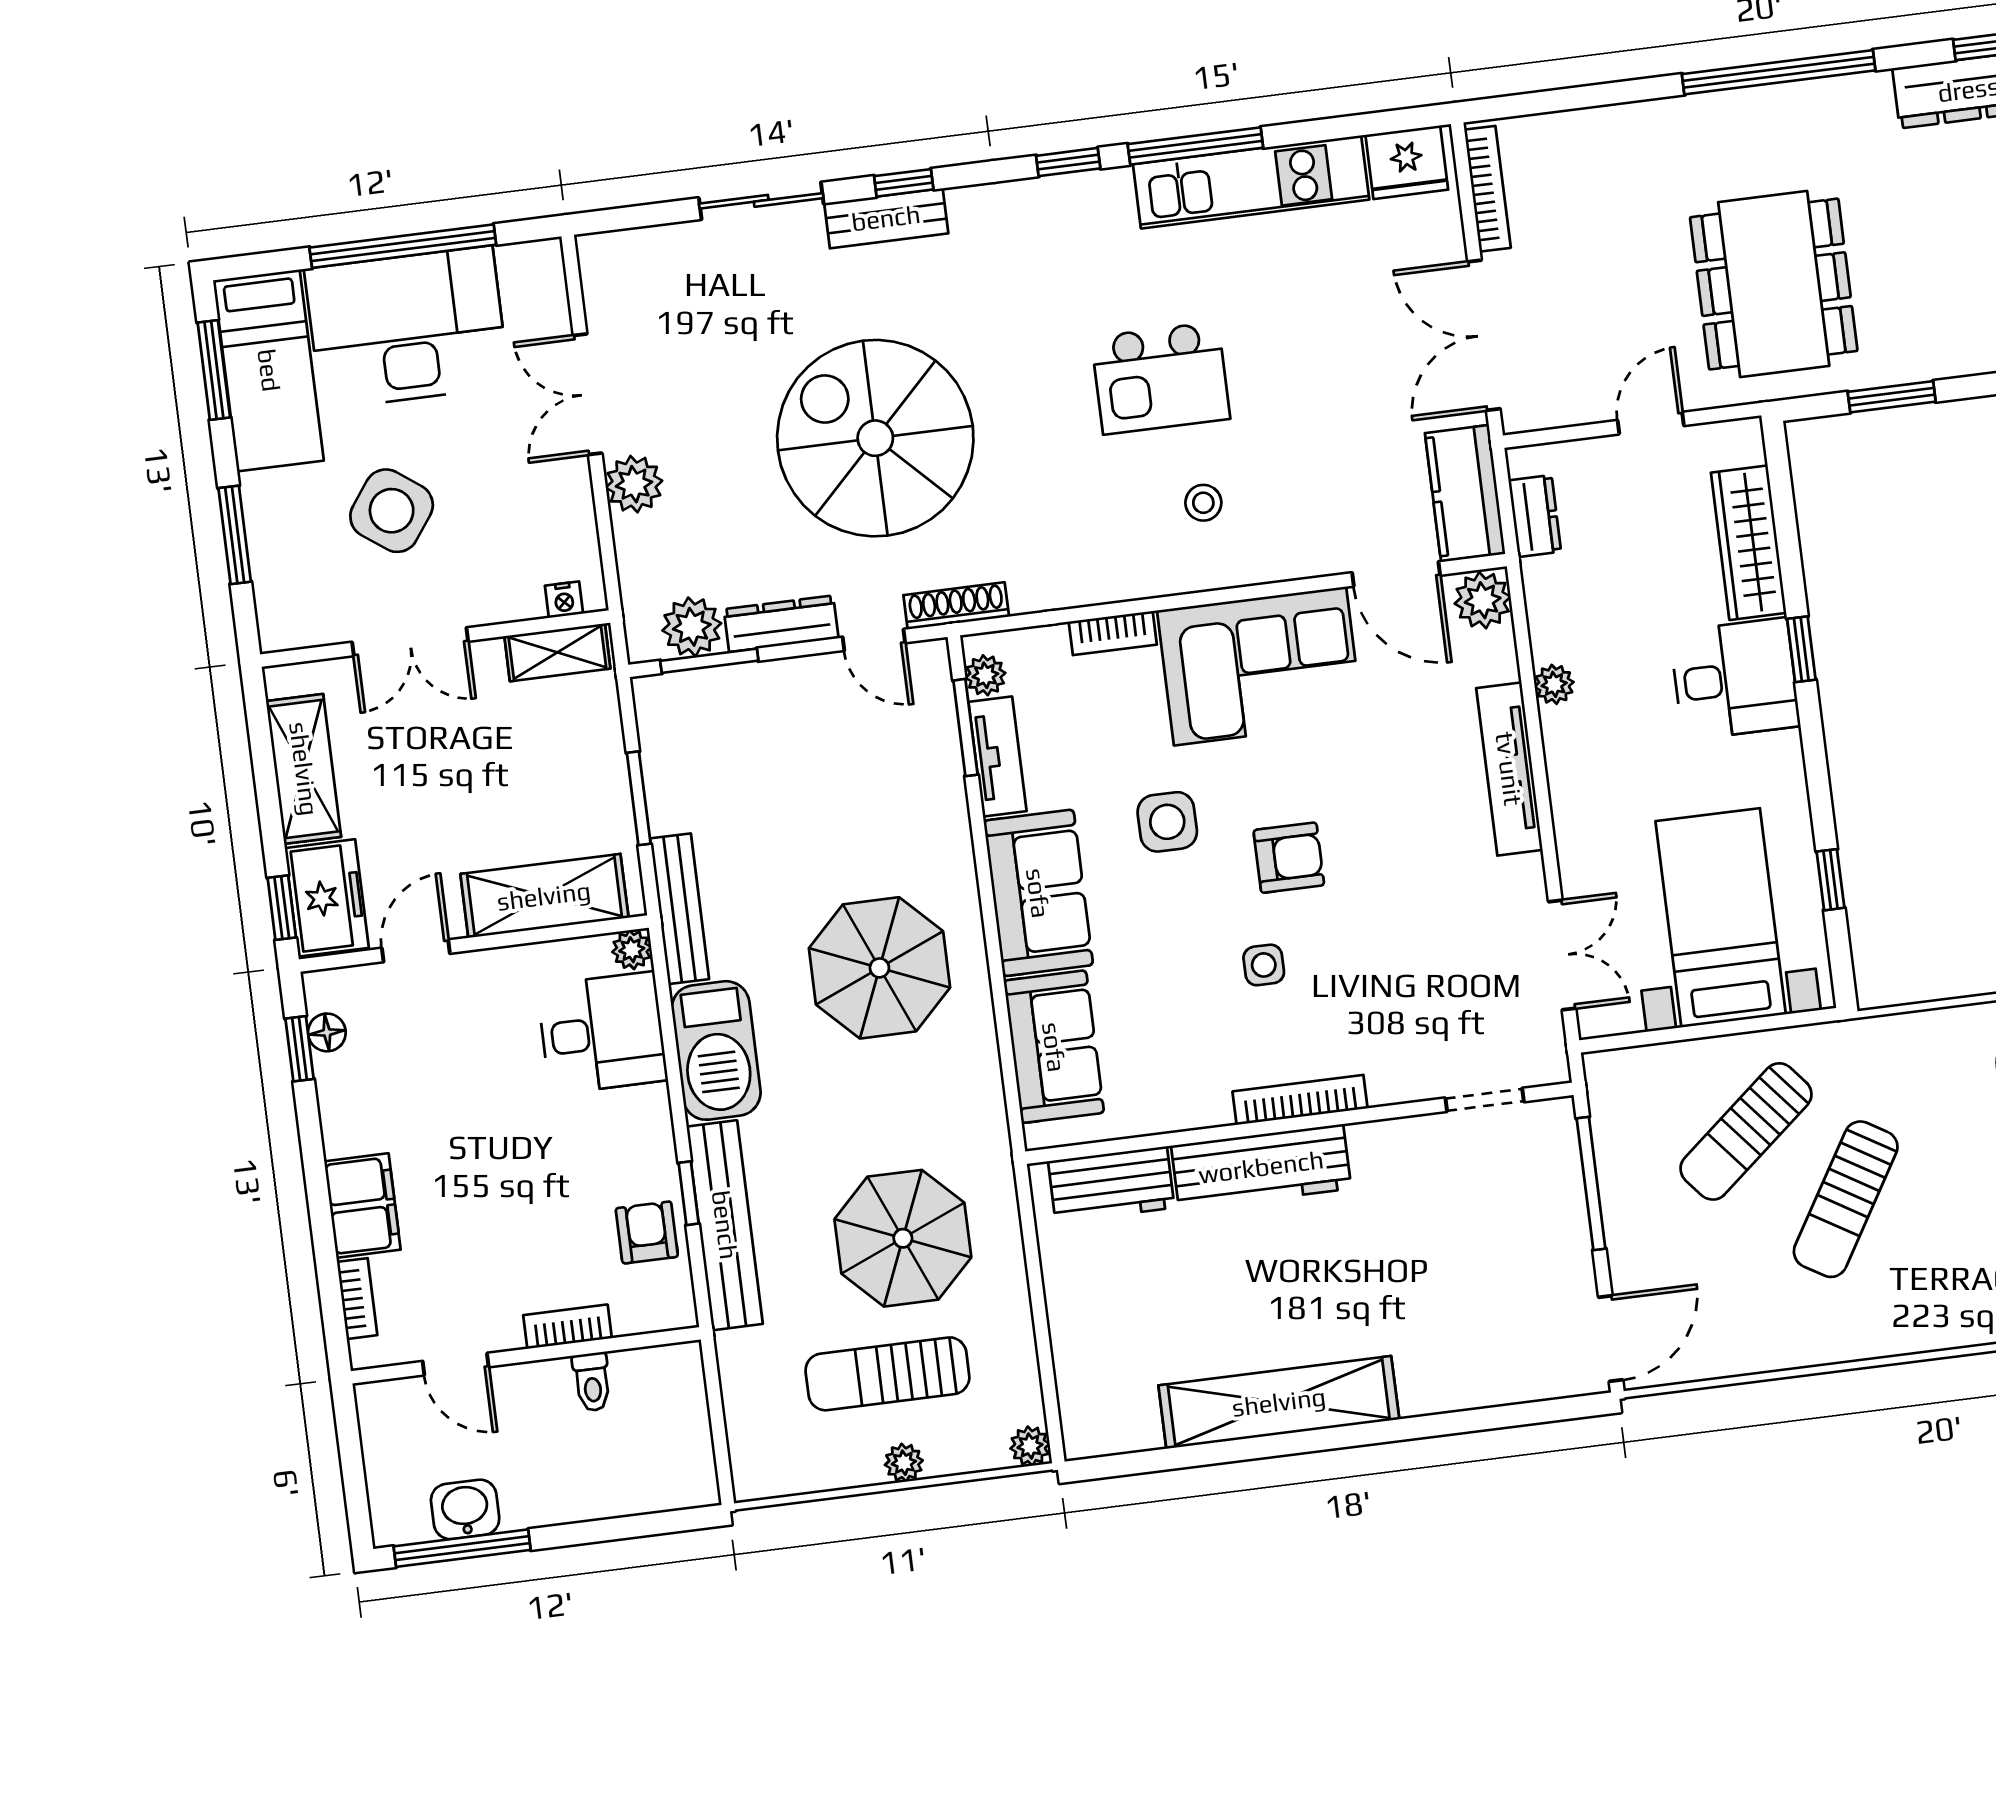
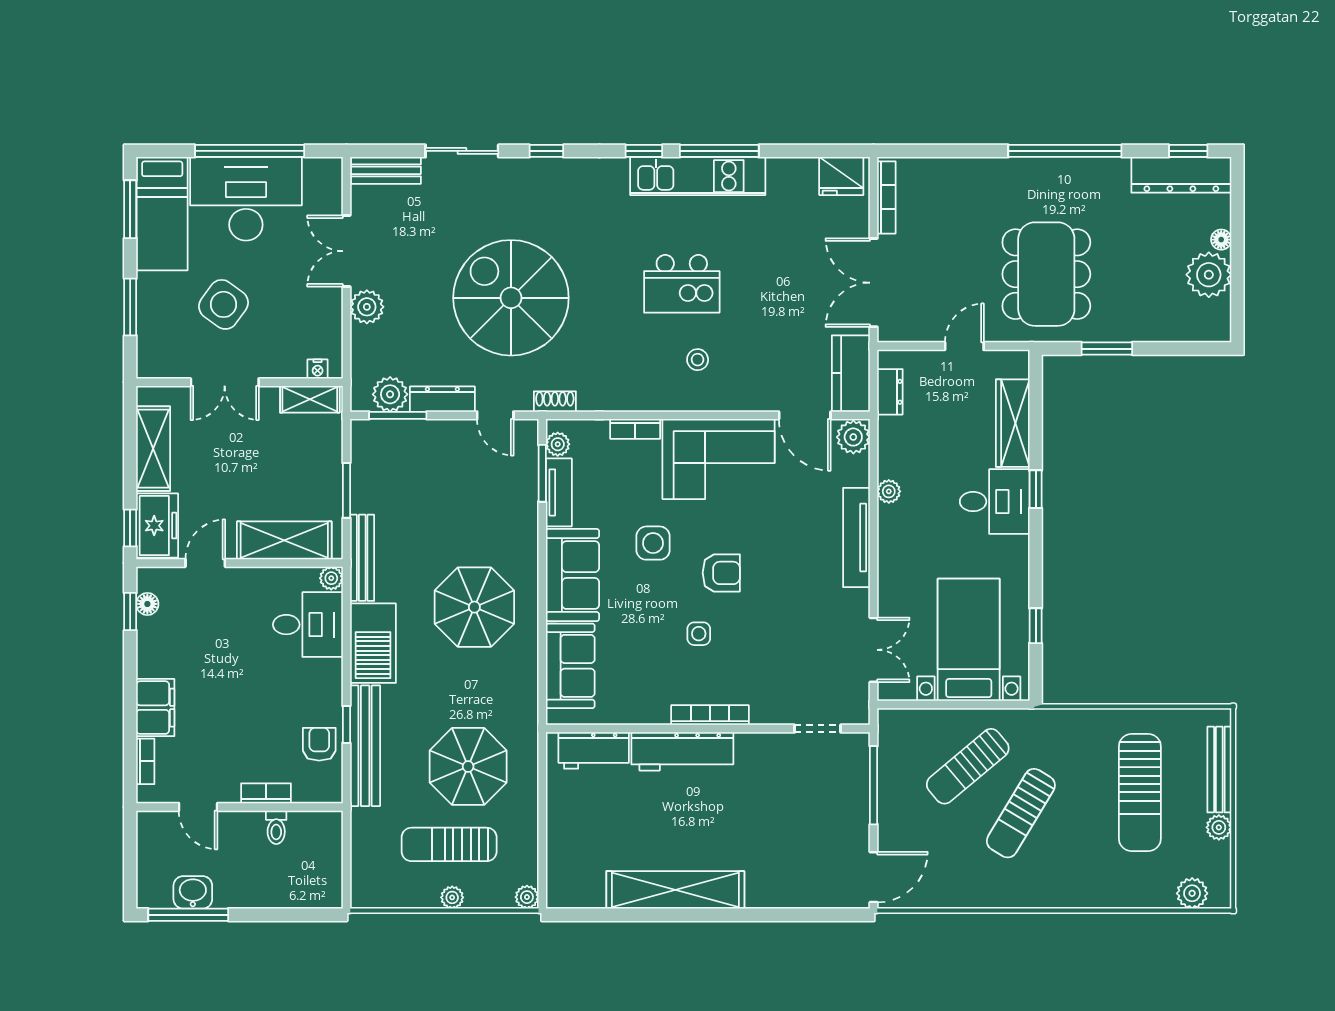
kitchen unit: (1251, 182) -> (698, 176), moved
bench: (886, 218) -> (386, 170), moved
shoe rack: (956, 606) -> (555, 402), width x0.70

